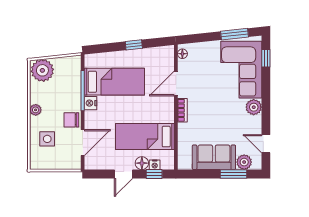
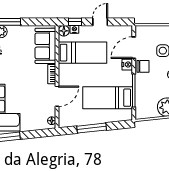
window: (134, 45) -> (92, 128), width x2.17
nightstand: (90, 103) -> (127, 65), moved
sofa: (214, 157) -> (45, 46), moved, turned 90
floor lamp: (142, 163) -> (64, 31), moved

